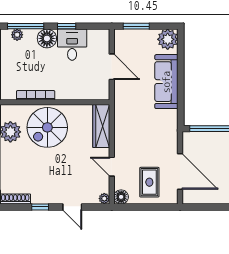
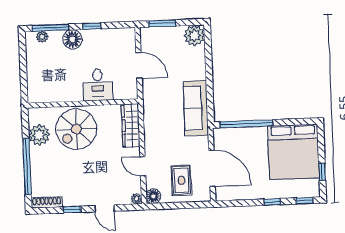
desk: (72, 45) -> (98, 85), moved, turned 180
sofa: (166, 82) -> (196, 108), moved
bookcase: (36, 95) -> (63, 97), removed

